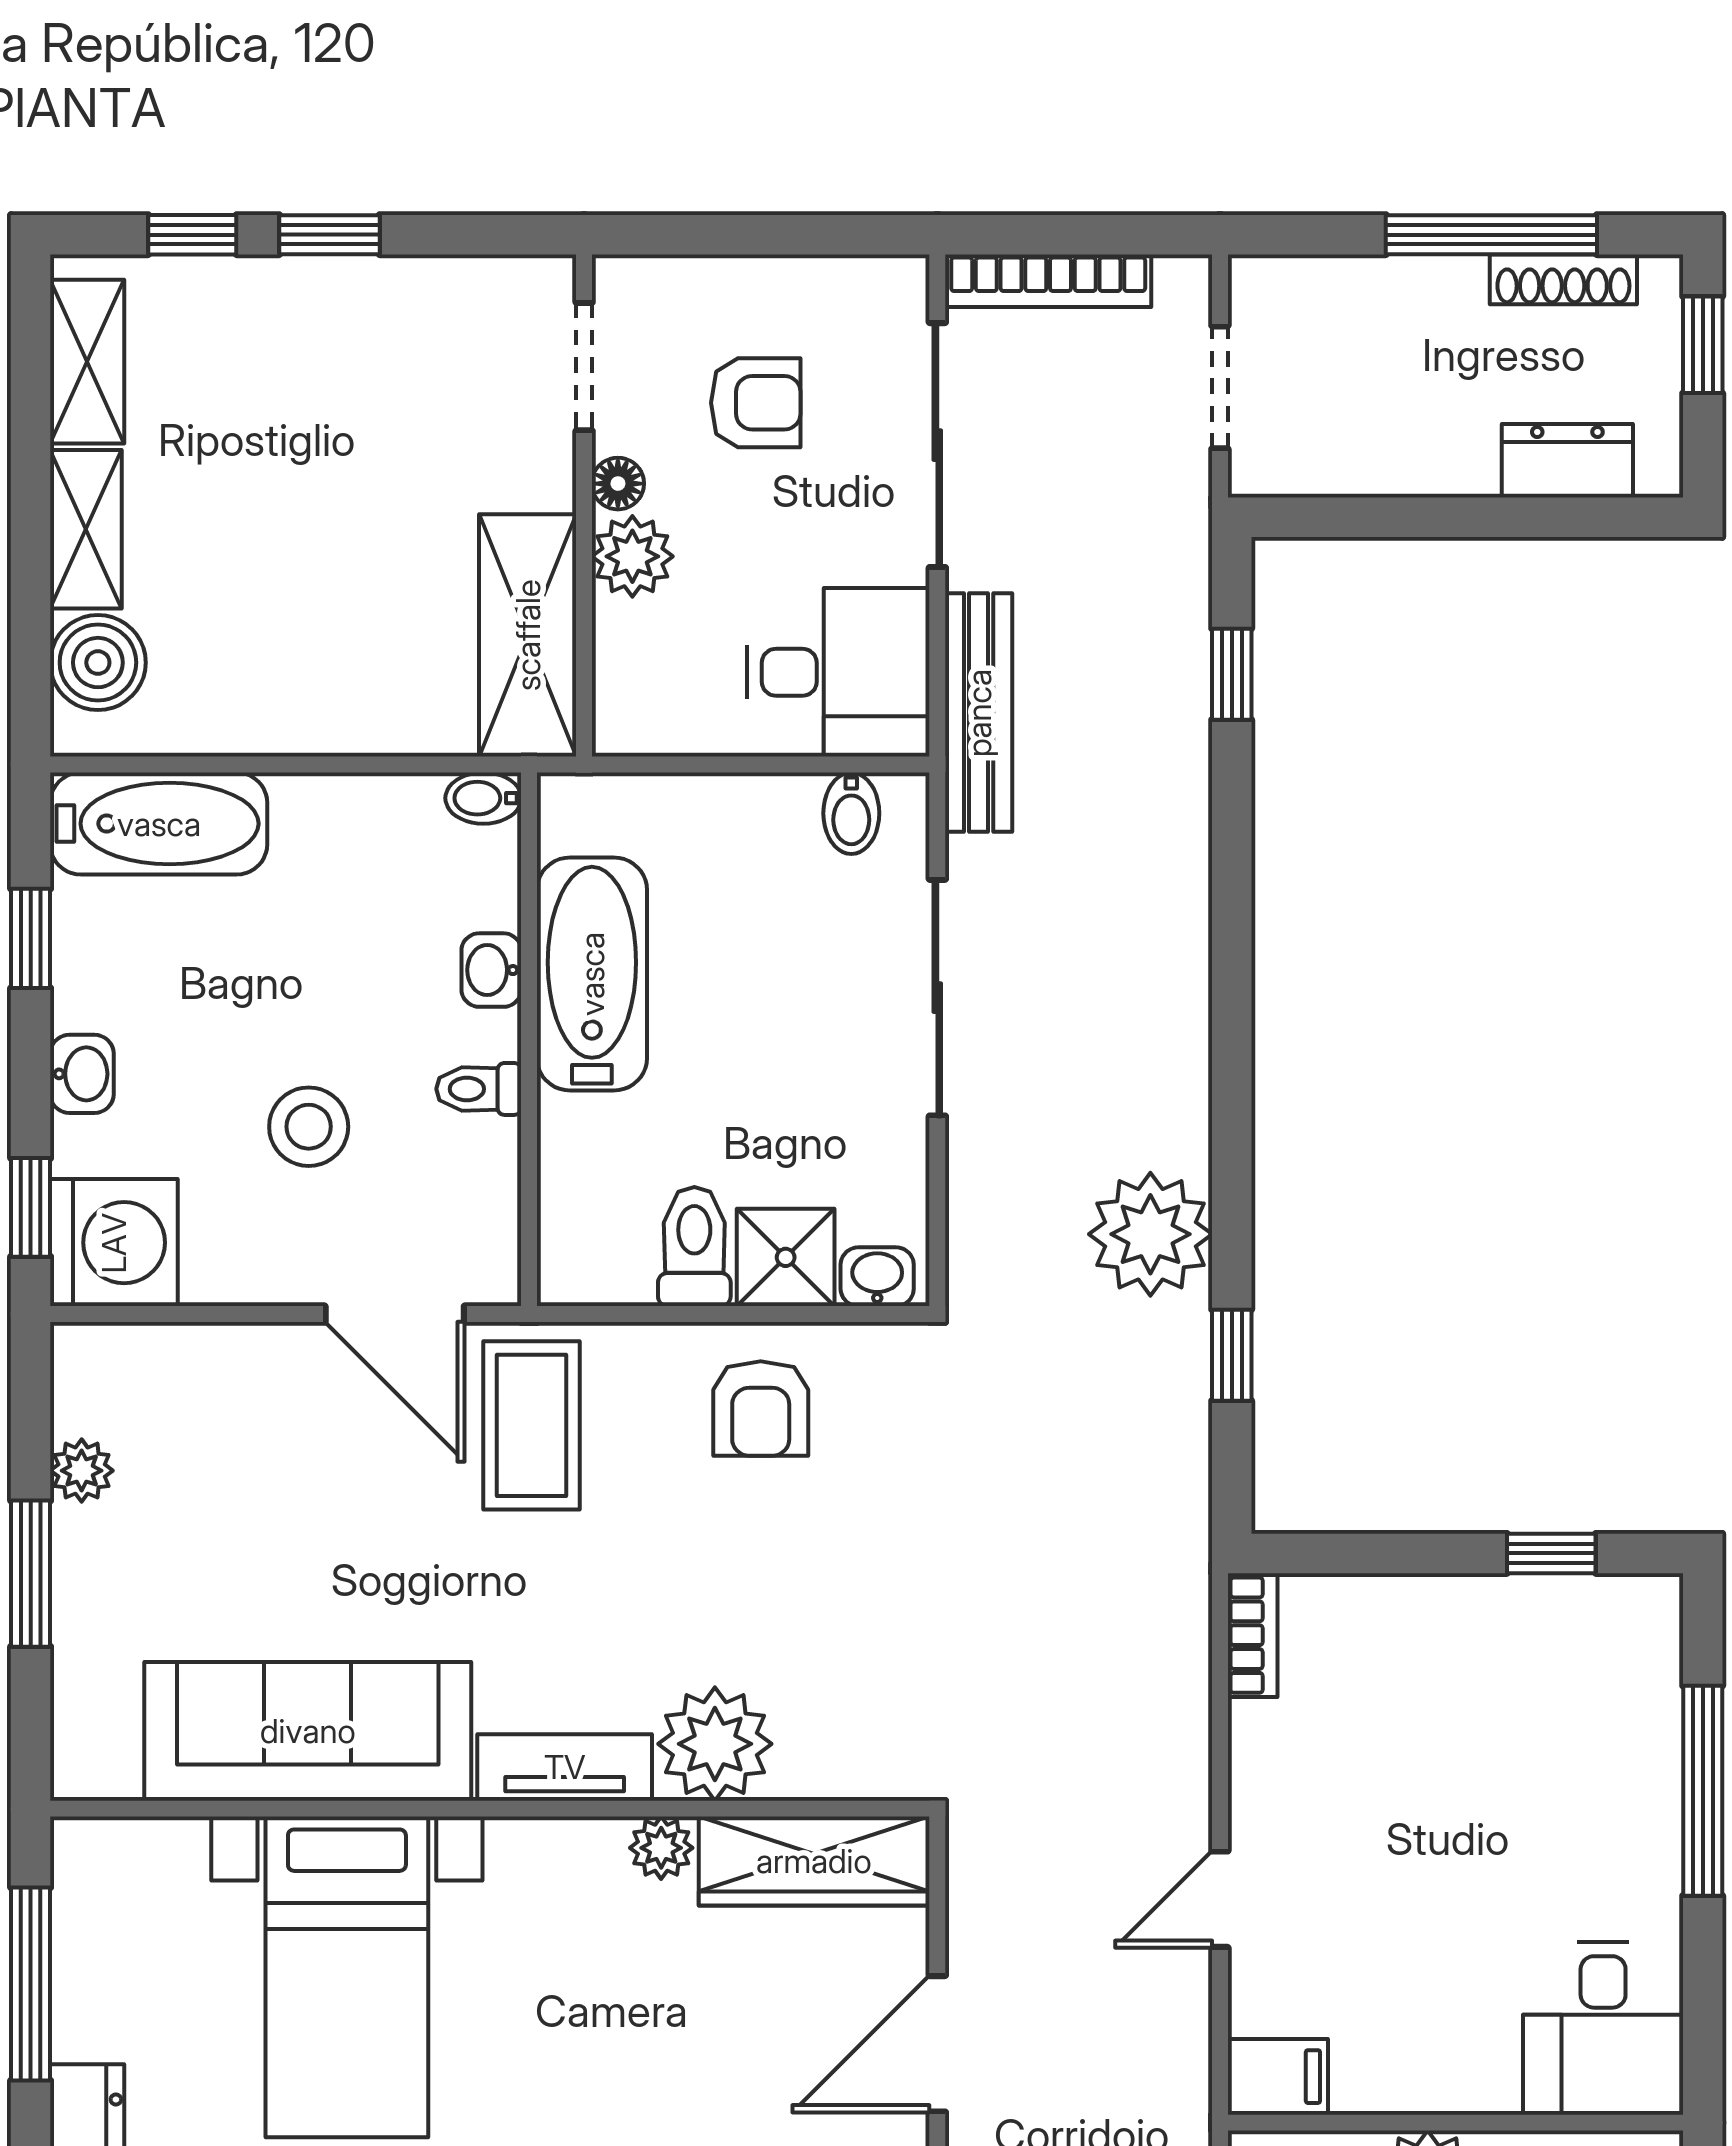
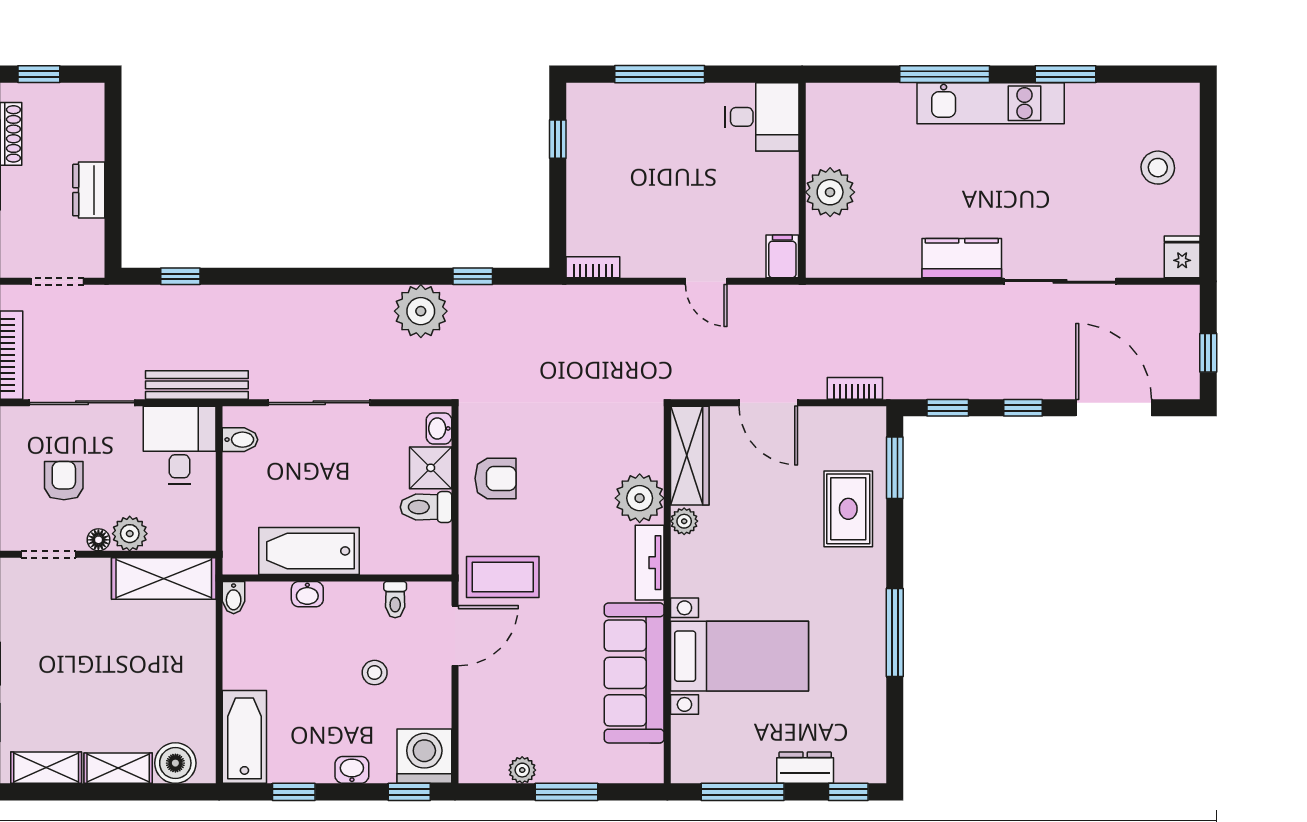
dresser: (1567, 461) -> (89, 190), moved
toilet: (479, 1089) -> (395, 600), moved
stool: (309, 1127) -> (375, 673), width x0.73, depth x0.73

